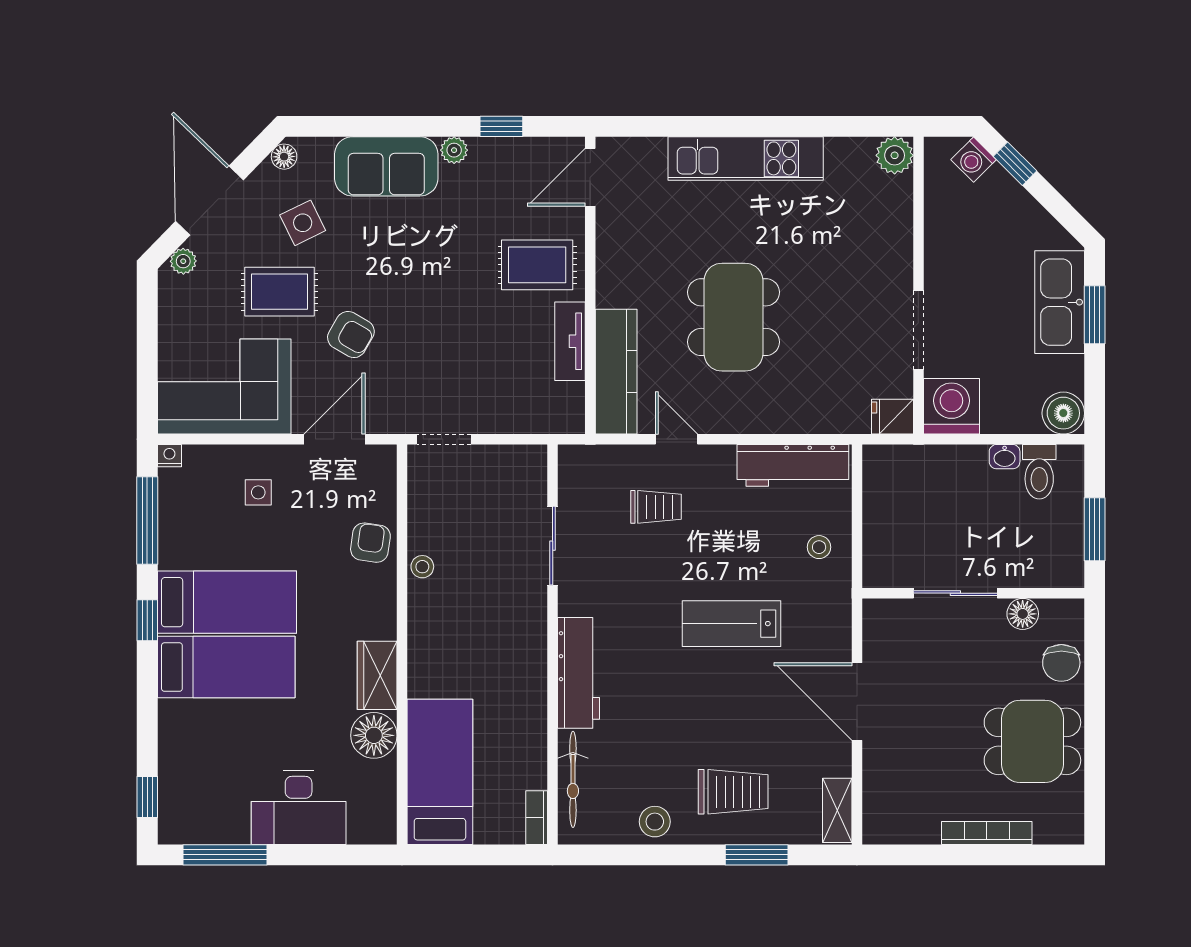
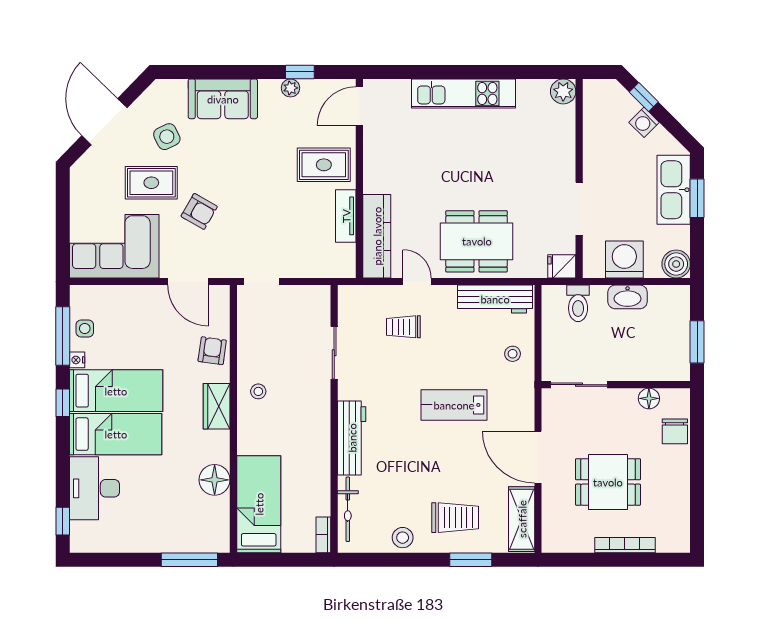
plant: (454, 150) -> (291, 88), moved
floor lamp: (284, 157) -> (154, 92), removed
washing machine: (974, 160) -> (644, 122), moved
plant: (183, 261) -> (87, 162), removed
dining table: (733, 317) -> (477, 241), moved, turned 90
washing machine: (951, 406) -> (624, 259), moved
door: (334, 439) -> (188, 282), swing flipped
nightstand: (169, 456) -> (77, 360), moved, turned -90
washbasin: (1005, 457) -> (628, 297), width x1.91, depth x1.45
toilet: (1039, 472) -> (578, 303), moved
side table: (258, 492) -> (85, 328), moved
trolley: (656, 507) -> (403, 327), turned 180
stool: (422, 567) -> (258, 391), moved
sliding door: (955, 593) -> (579, 385), moved
wardrobe: (377, 675) -> (217, 406), moved
dining table: (1032, 741) -> (608, 482), moved
desk: (299, 807) -> (94, 488), moved, turned 90
shelving: (837, 810) -> (522, 519), width x1.50, depth x1.33
window: (225, 855) -> (189, 560), moved

